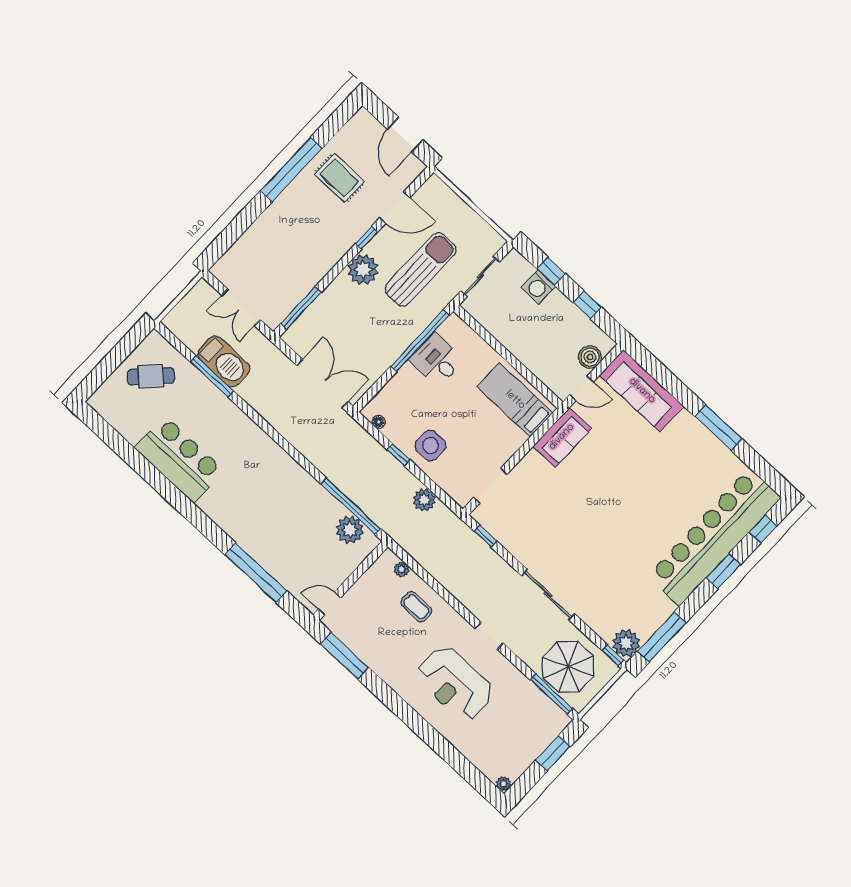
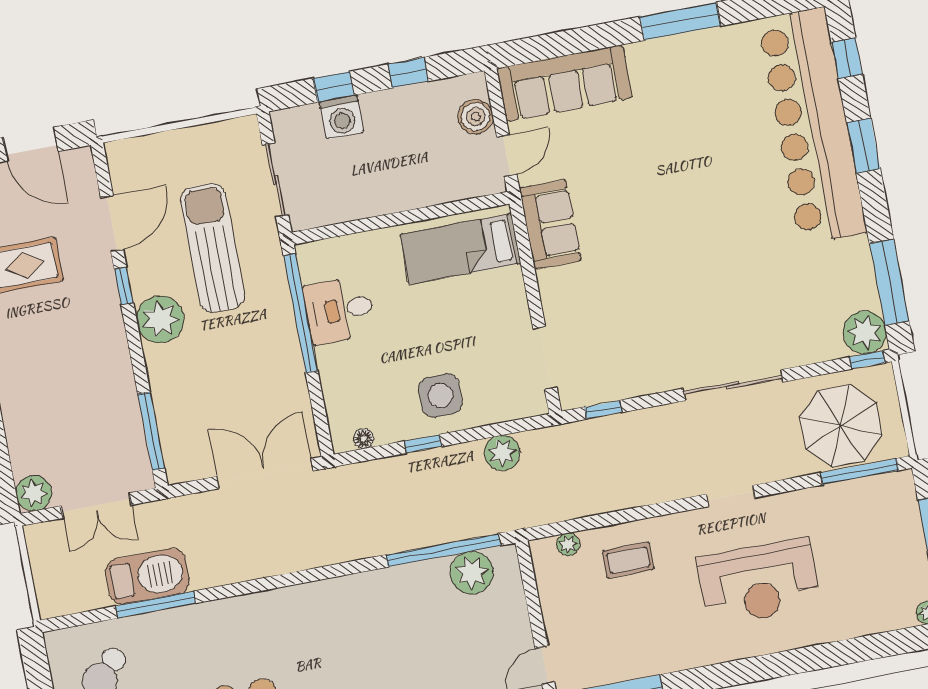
plant: (224, 270) -> (34, 493), added

